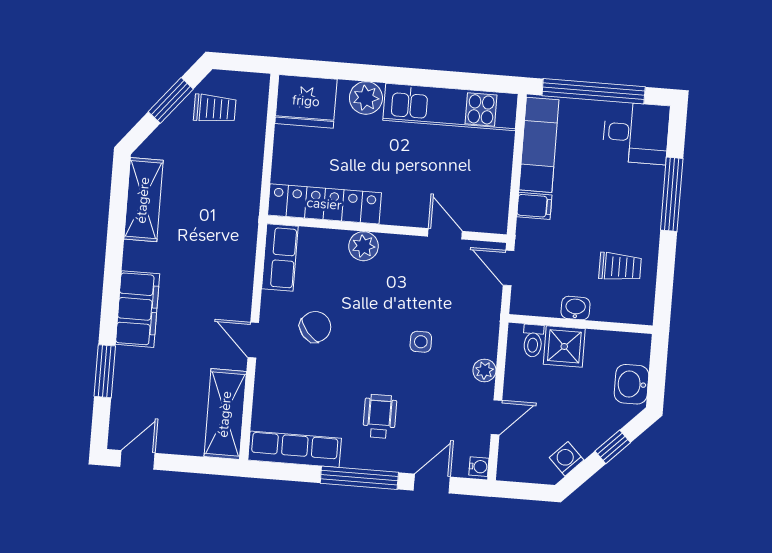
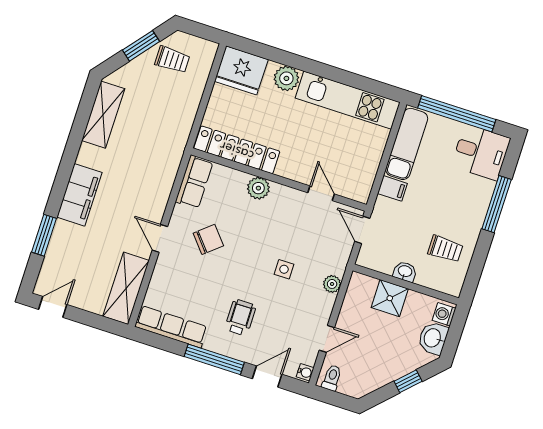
toilet: (533, 341) -> (332, 378), moved, turned 180
plant: (484, 370) -> (332, 284), moved
washing machine: (566, 459) -> (444, 314), moved, turned -45

